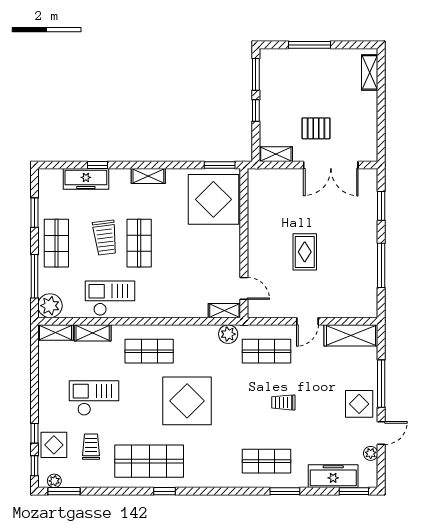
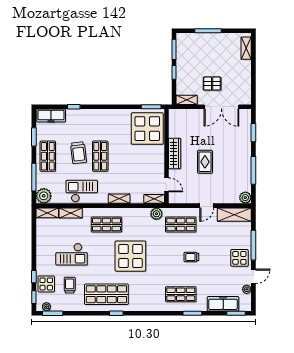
shelving: (148, 176) -> (119, 199), moved
freezer: (86, 179) -> (51, 116), moved
wardrobe: (257, 239) -> (175, 153), added
plant: (368, 308) -> (245, 198), added
checkout: (94, 398) -> (72, 254), turned 180

